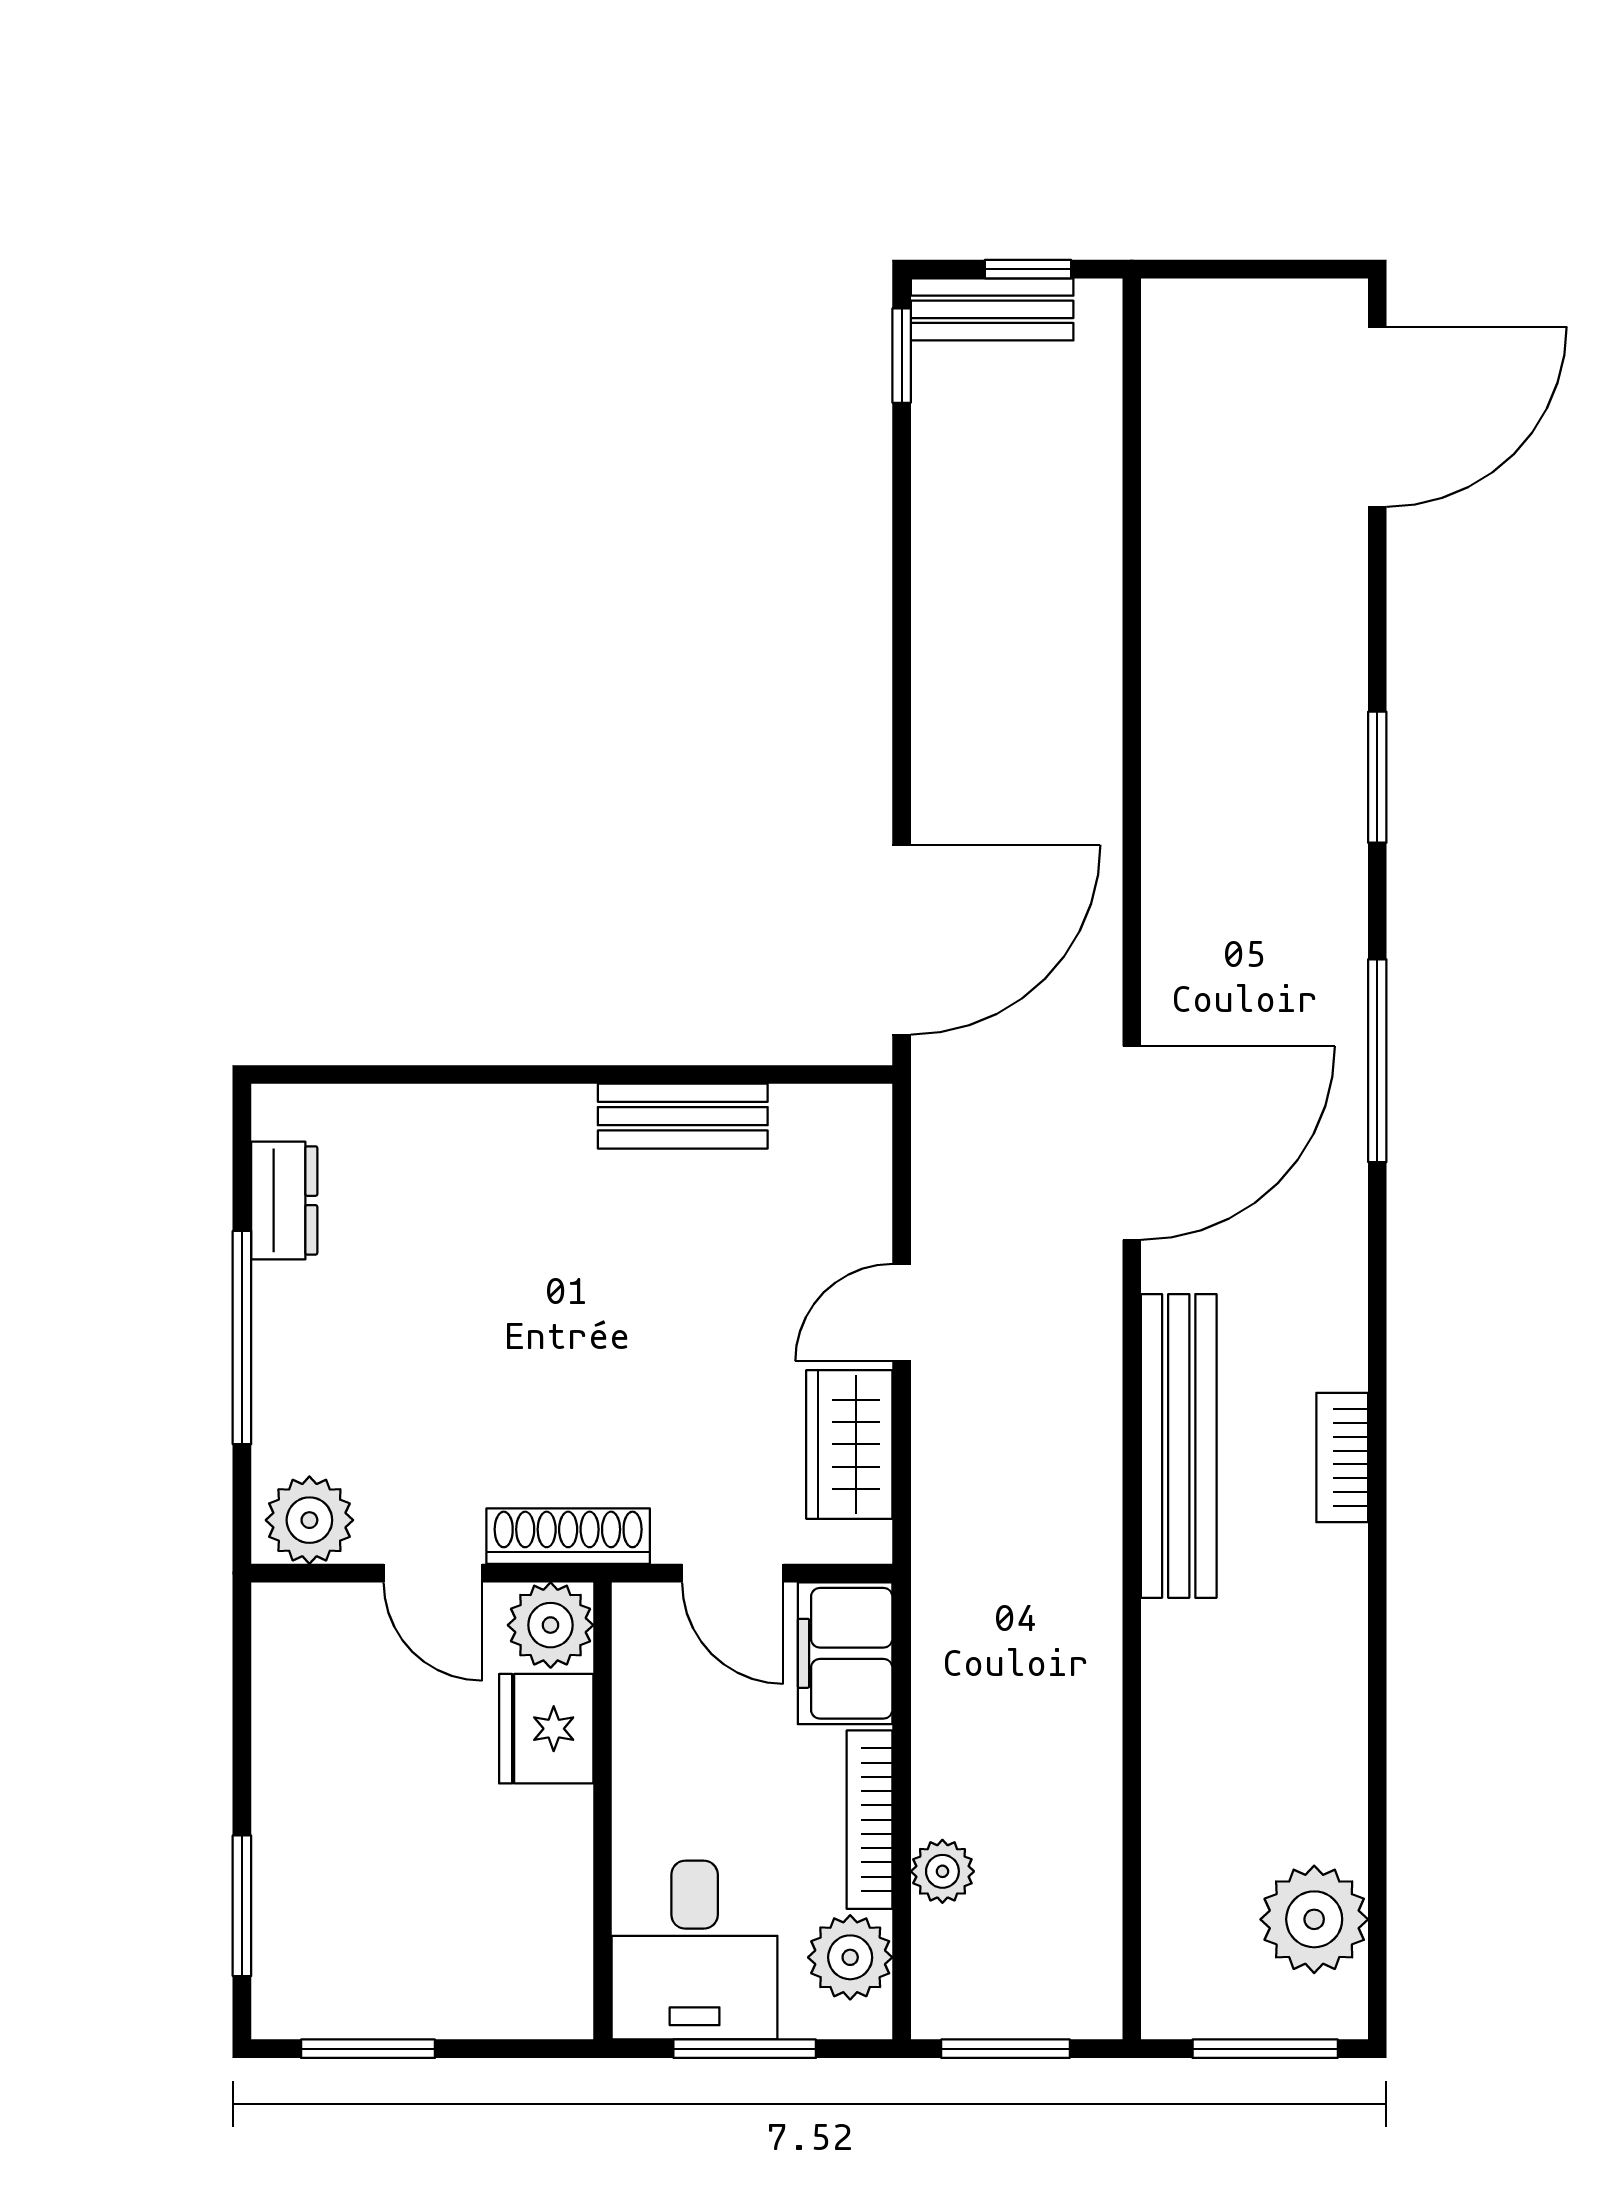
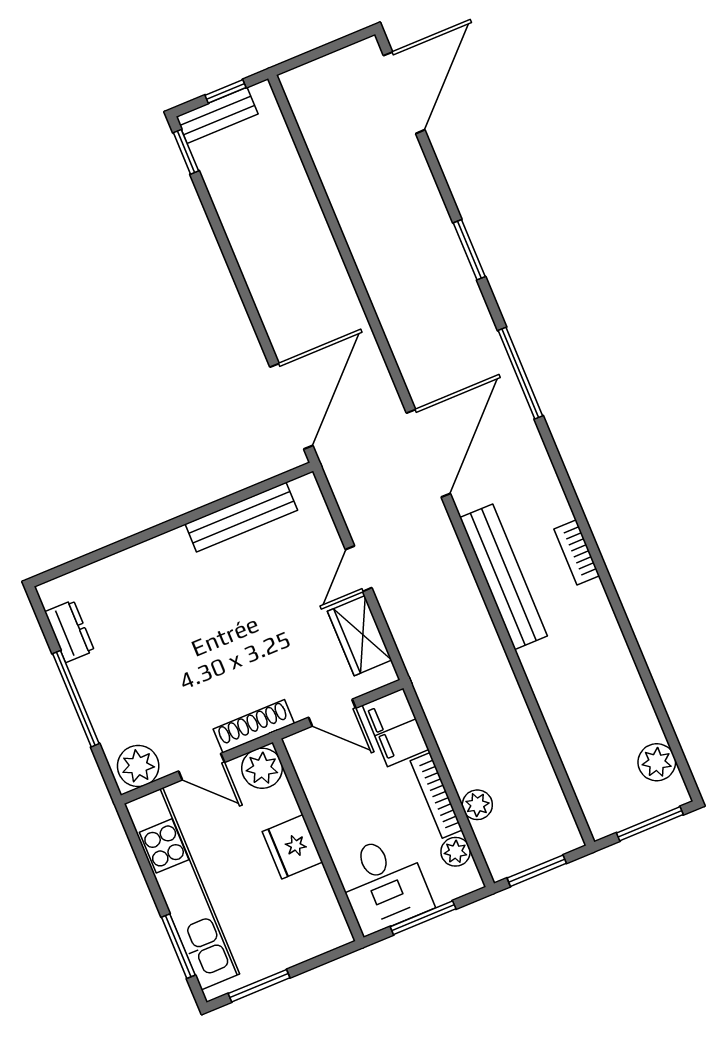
bench: (683, 1116) -> (241, 517), width x1.36
fridge: (546, 1729) -> (292, 847), moved
kitchen unit: (295, 1796) -> (182, 889), added
plant: (1314, 1919) -> (657, 762), width x0.73, depth x0.73
plant: (850, 1957) -> (456, 852), width x0.73, depth x0.73

